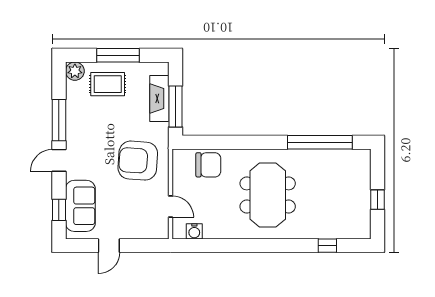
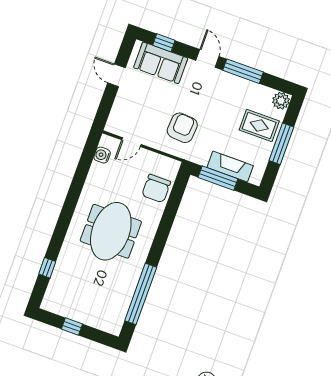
rug: (108, 84) -> (259, 126), turned 90
armchair: (138, 161) -> (182, 128), width x0.73, depth x0.73
meeting table: (268, 195) -> (111, 231), turned 90

